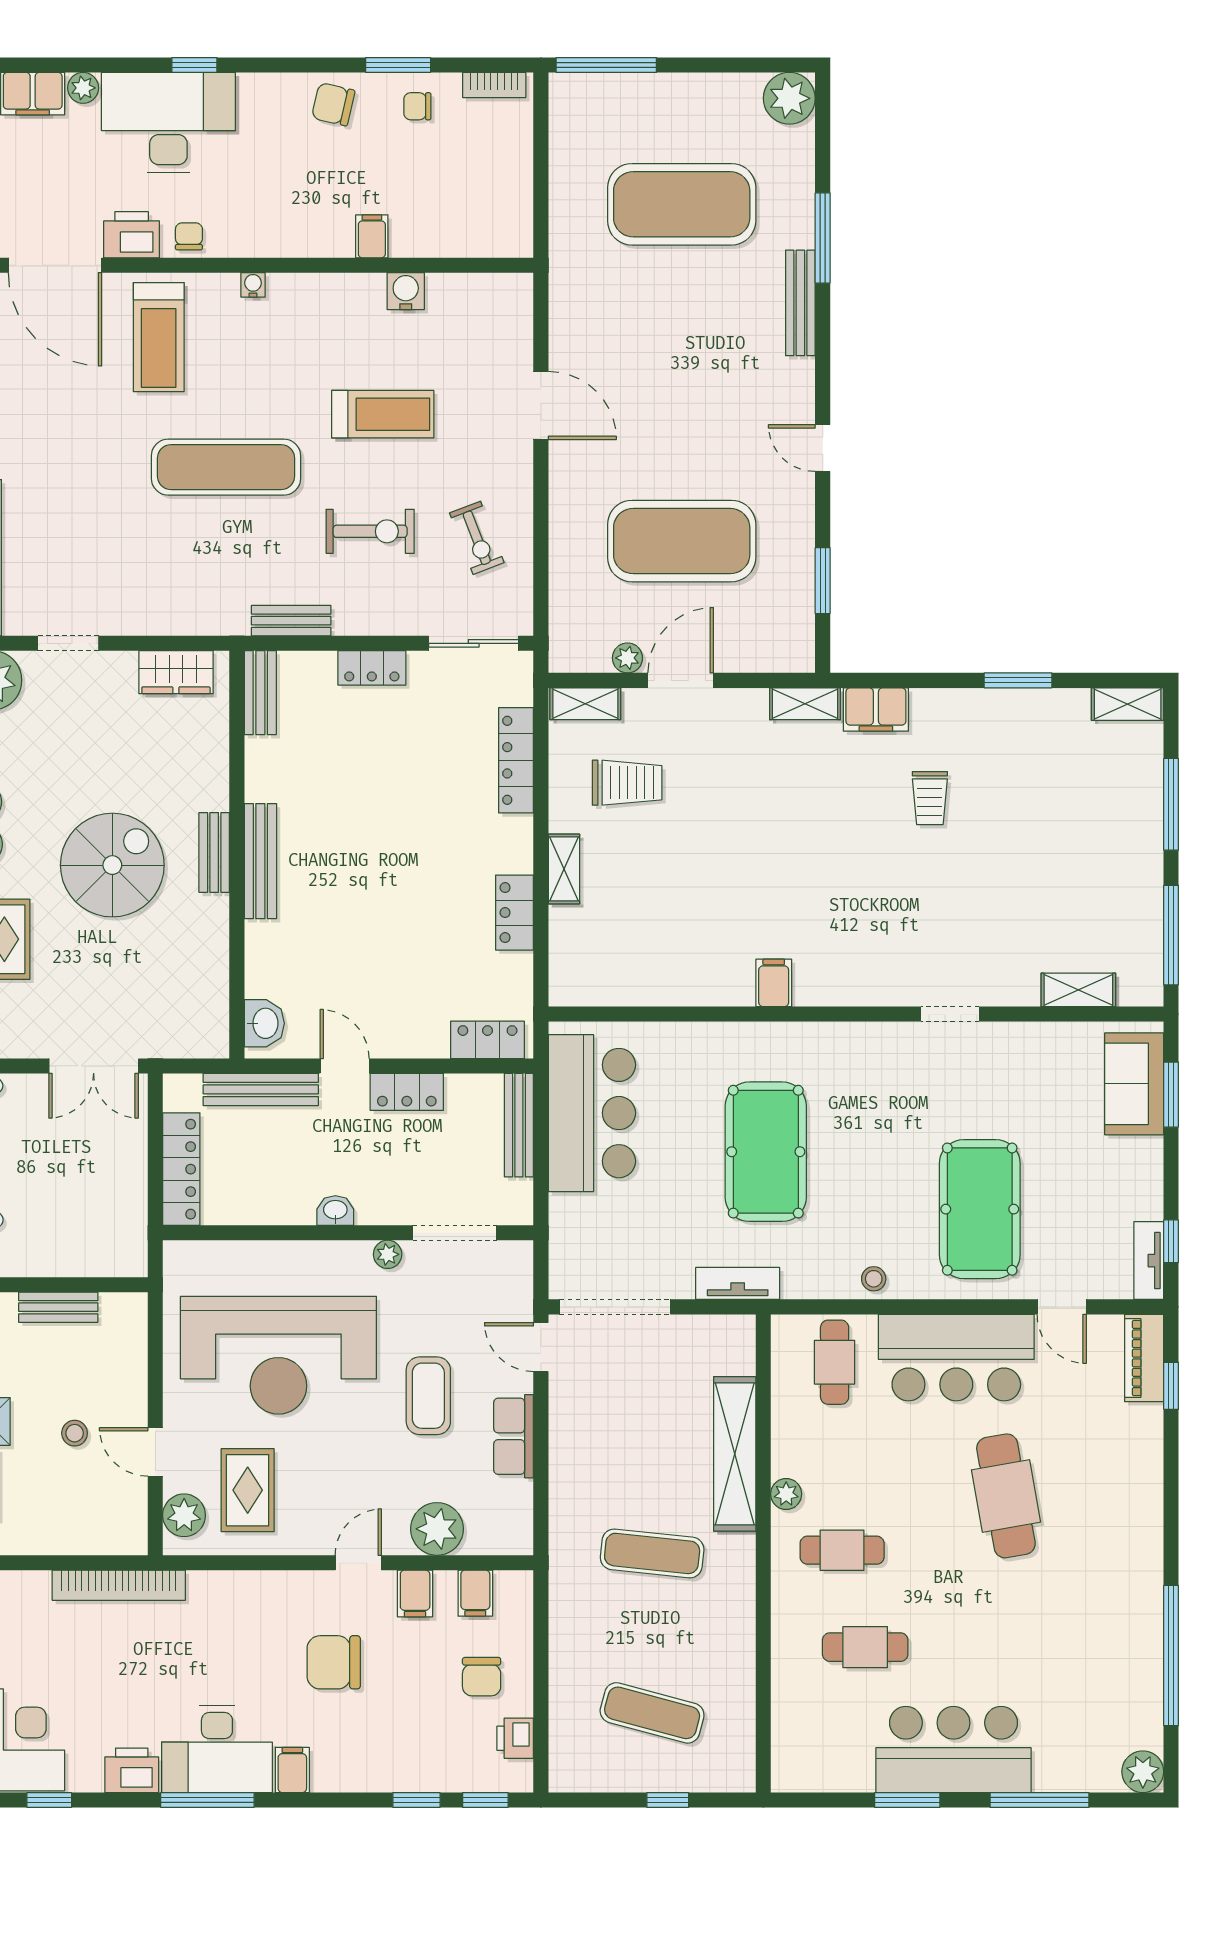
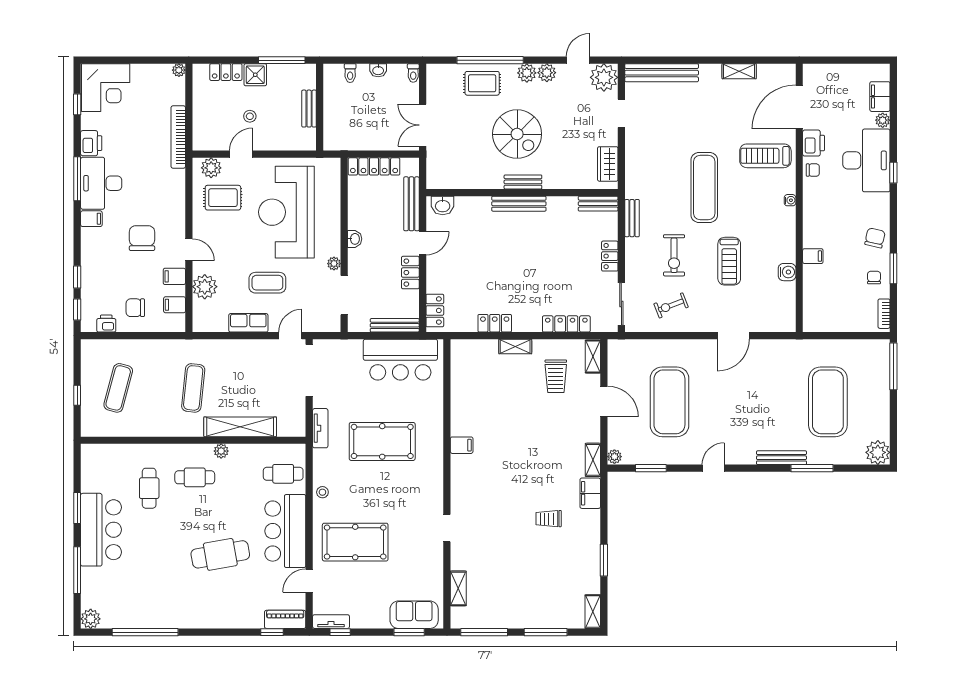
plant: (627, 658) -> (614, 457), moved
cafe table: (842, 1550) -> (195, 477), turned 90

